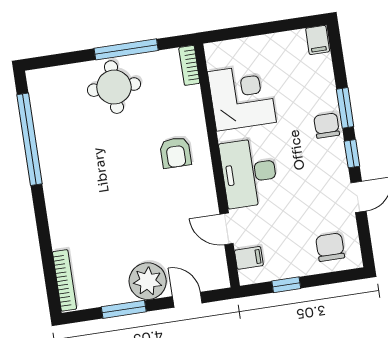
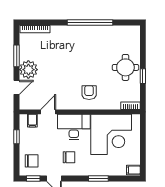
window: (126, 49) -> (143, 76), width x0.46
corner desk: (242, 97) -> (111, 134), width x1.36, depth x1.36
chair: (327, 126) -> (69, 157), moved
window: (29, 139) -> (90, 22), moved
armchair: (176, 153) -> (89, 93), turned 90
window: (352, 154) -> (33, 178), moved

